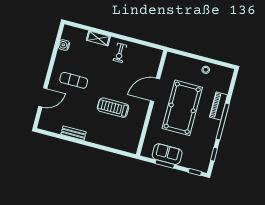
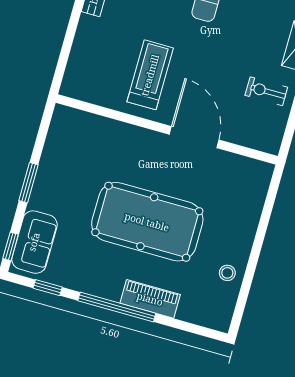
door: (155, 90) -> (194, 137), moved
wall: (152, 103) -> (167, 129), moved
sofa: (167, 154) -> (34, 242), moved

